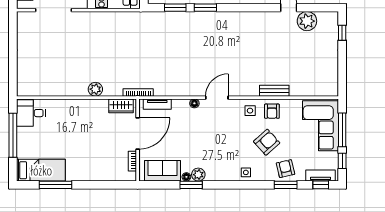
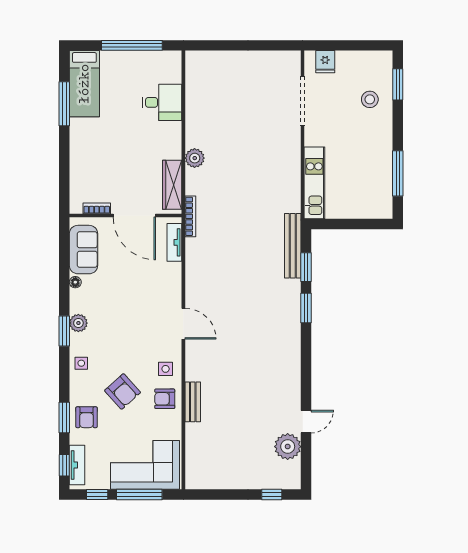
bench: (160, 17) -> (293, 246), added
floor lamp: (194, 103) -> (175, 293), removed
wardrobe: (121, 106) -> (172, 185), width x1.50
desk: (31, 113) -> (162, 102), moved, turned 90
armchair: (285, 169) -> (87, 417), turned 103
plant: (198, 175) -> (78, 323), moved
window: (191, 185) -> (64, 331), moved

